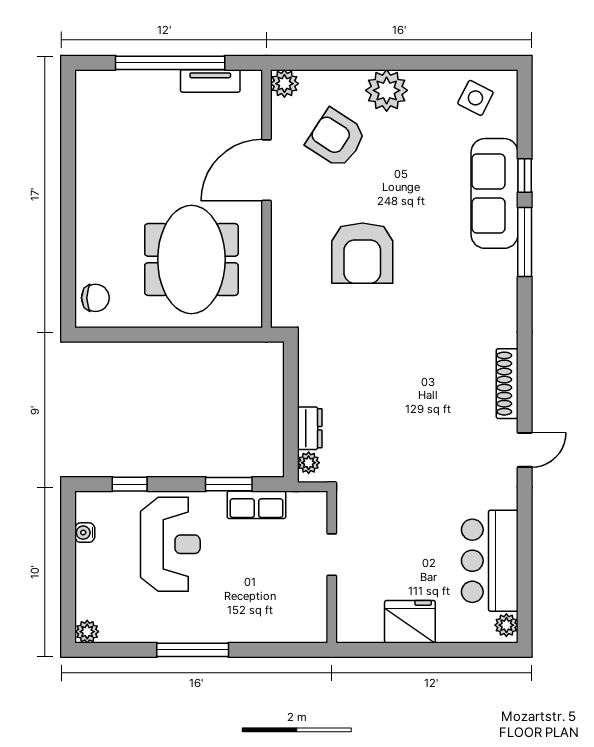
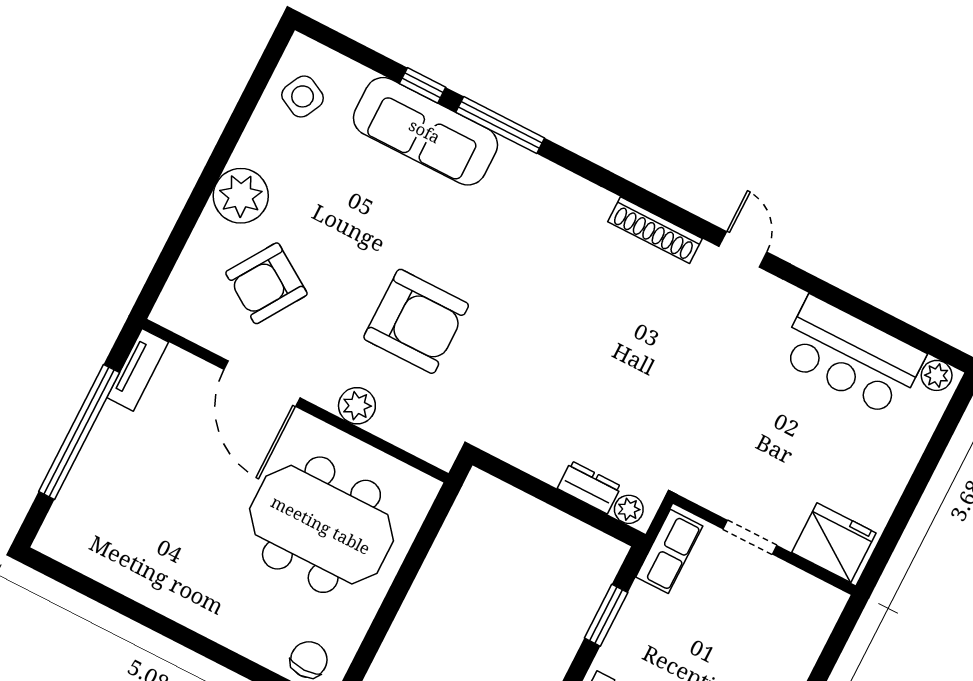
tv unit: (210, 81) -> (138, 370), moved
plant: (284, 84) -> (357, 406), moved
row of seats: (256, 505) -> (669, 551), moved
fridge: (410, 622) -> (834, 543), moved, turned 90

